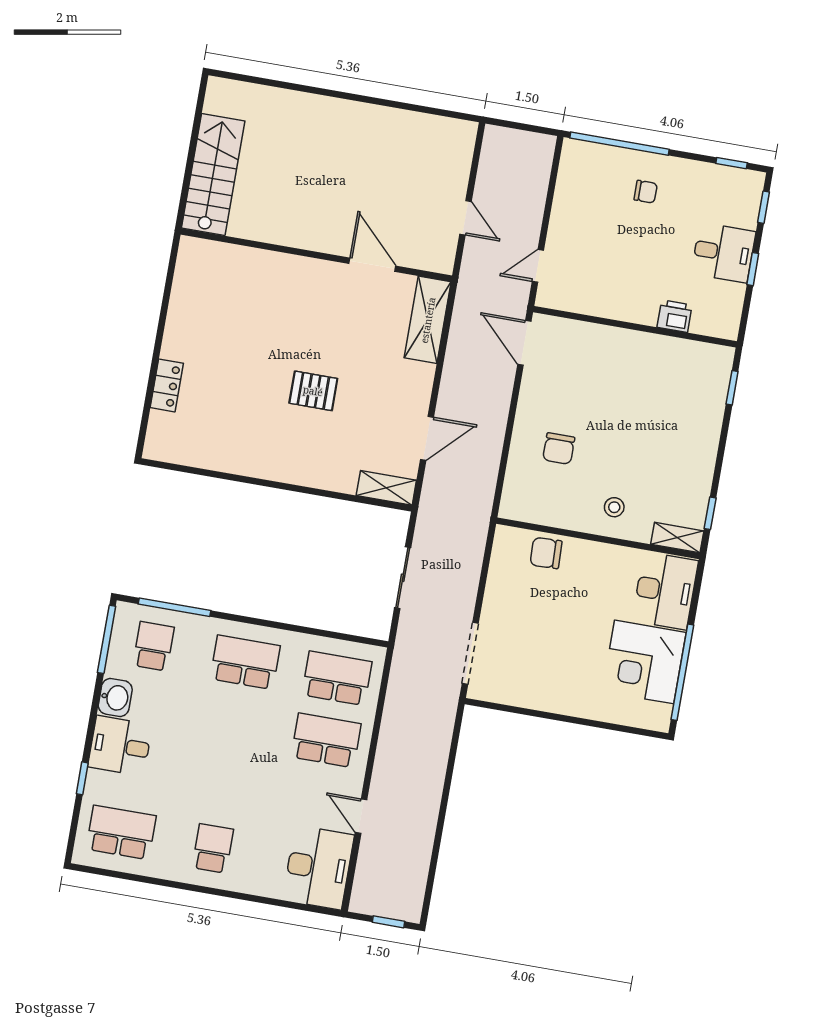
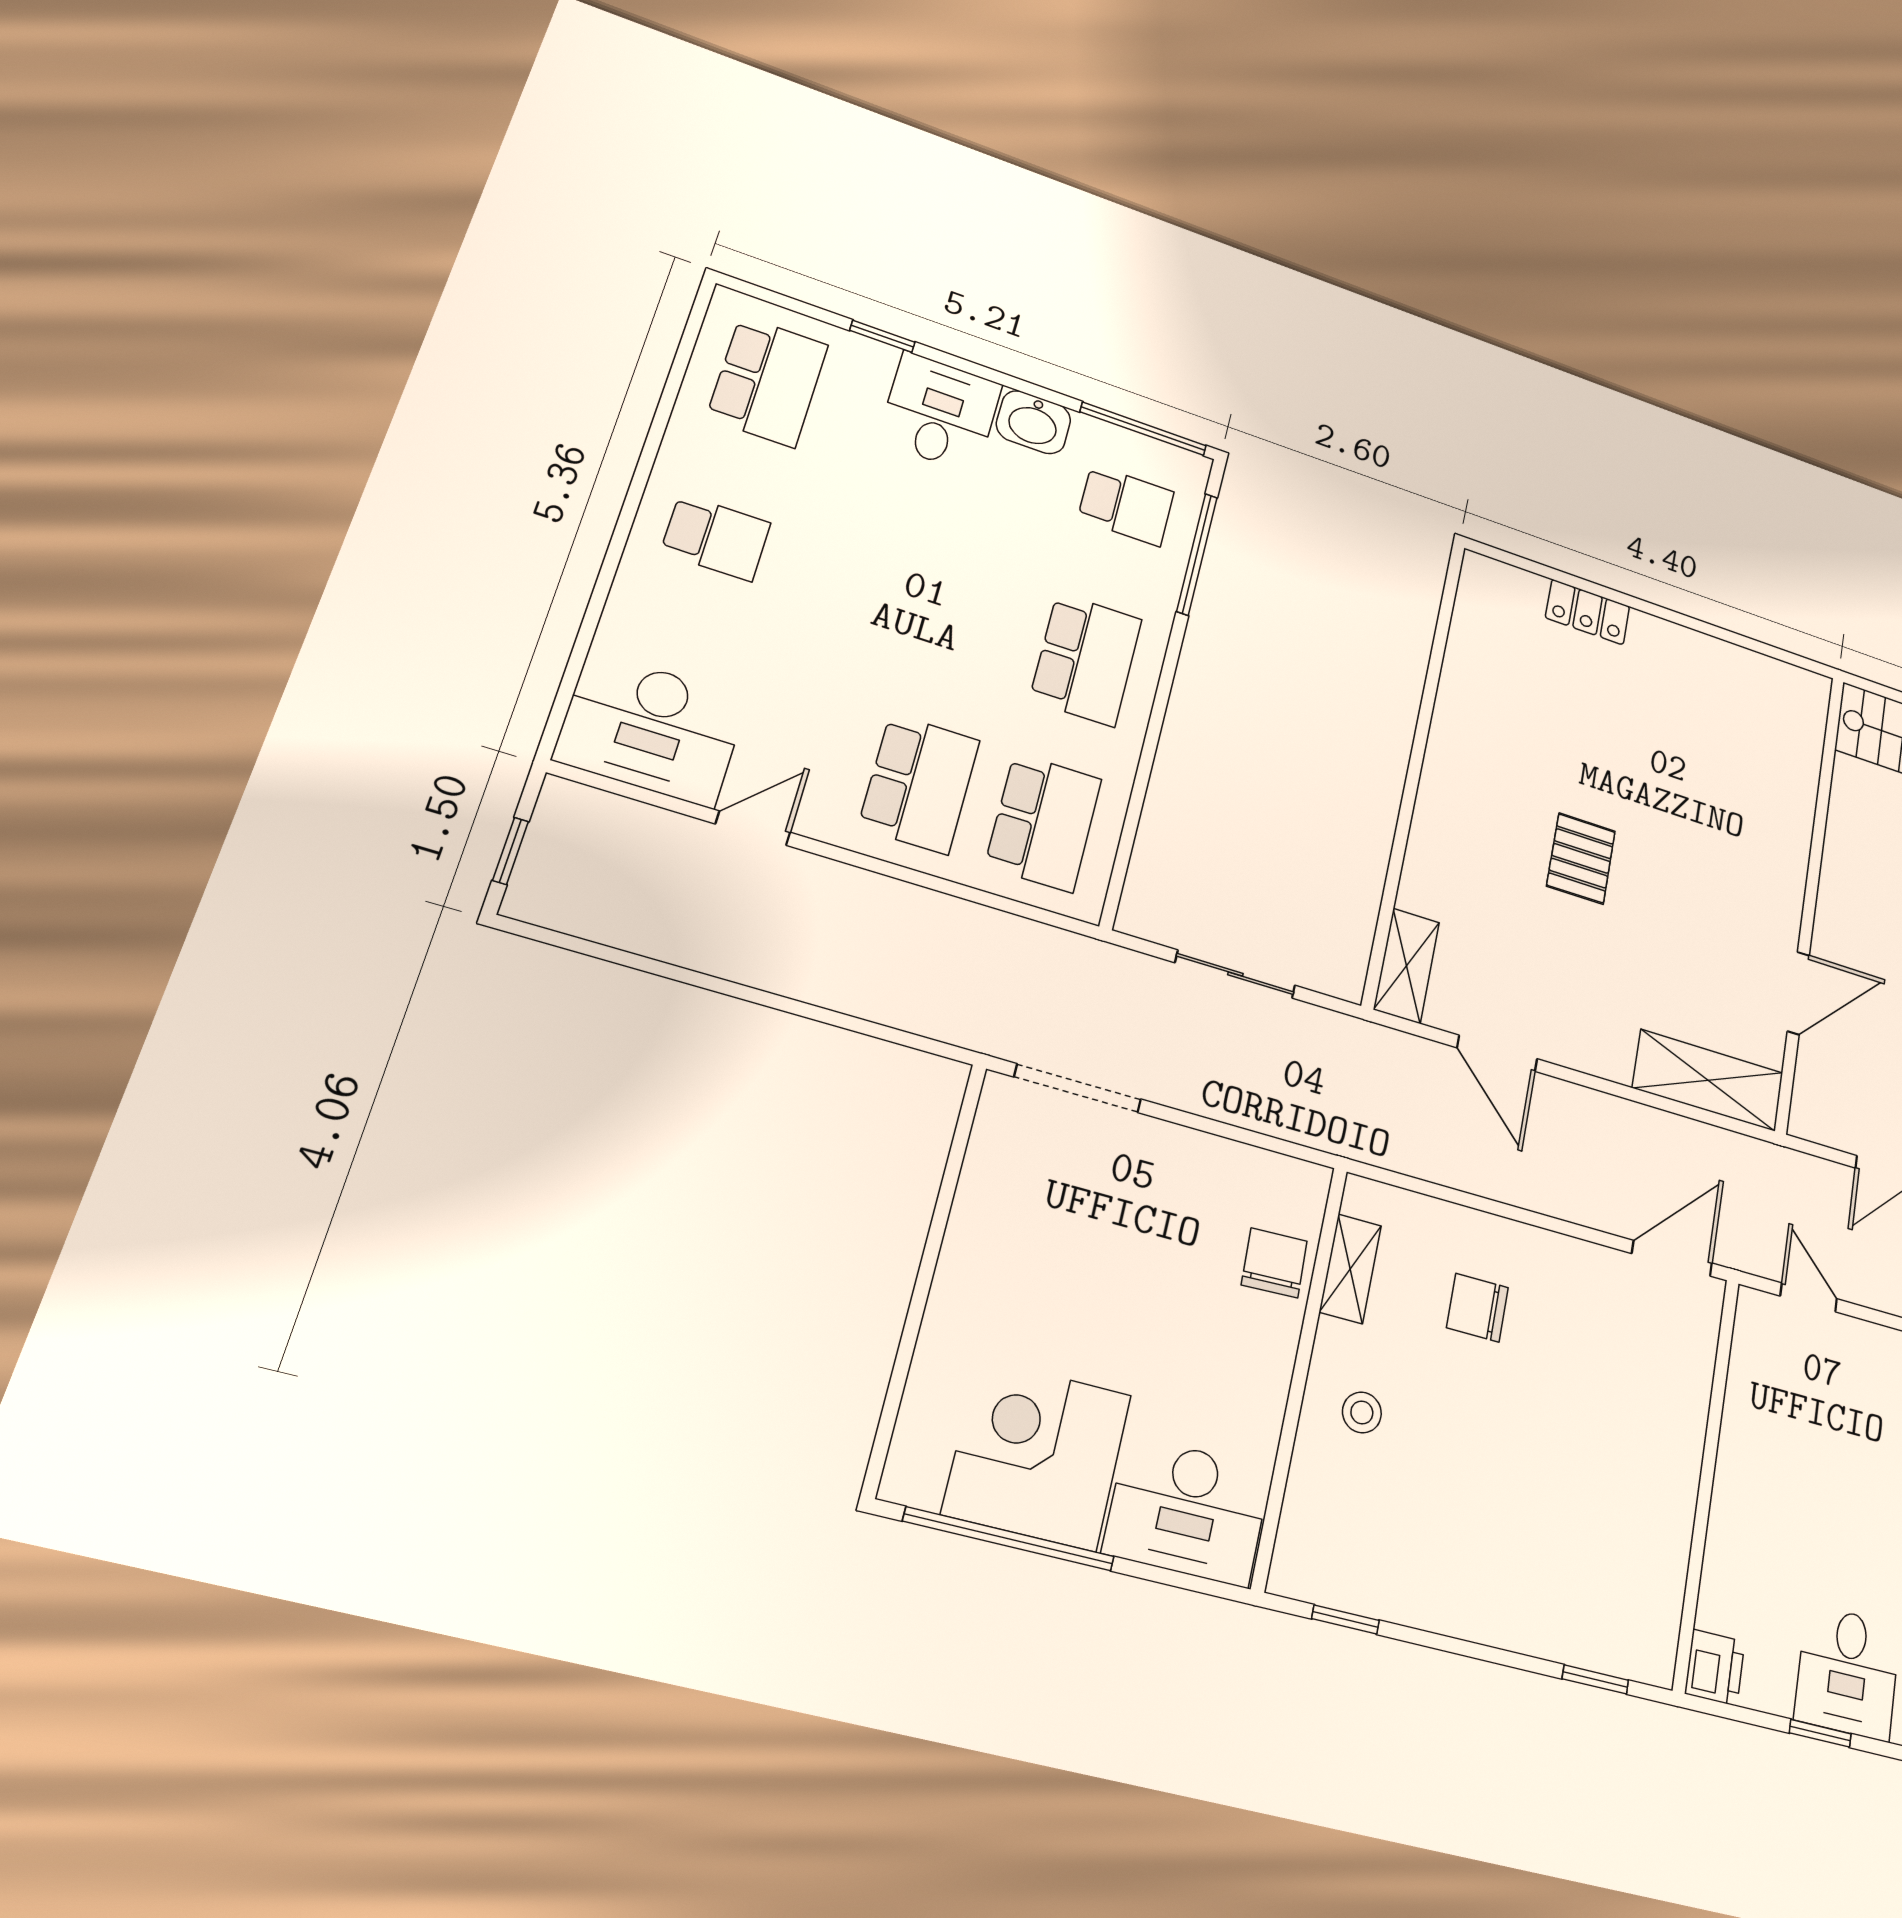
printer: (675, 316) -> (1715, 1668), moved
shelving: (677, 538) -> (1350, 1269), moved

